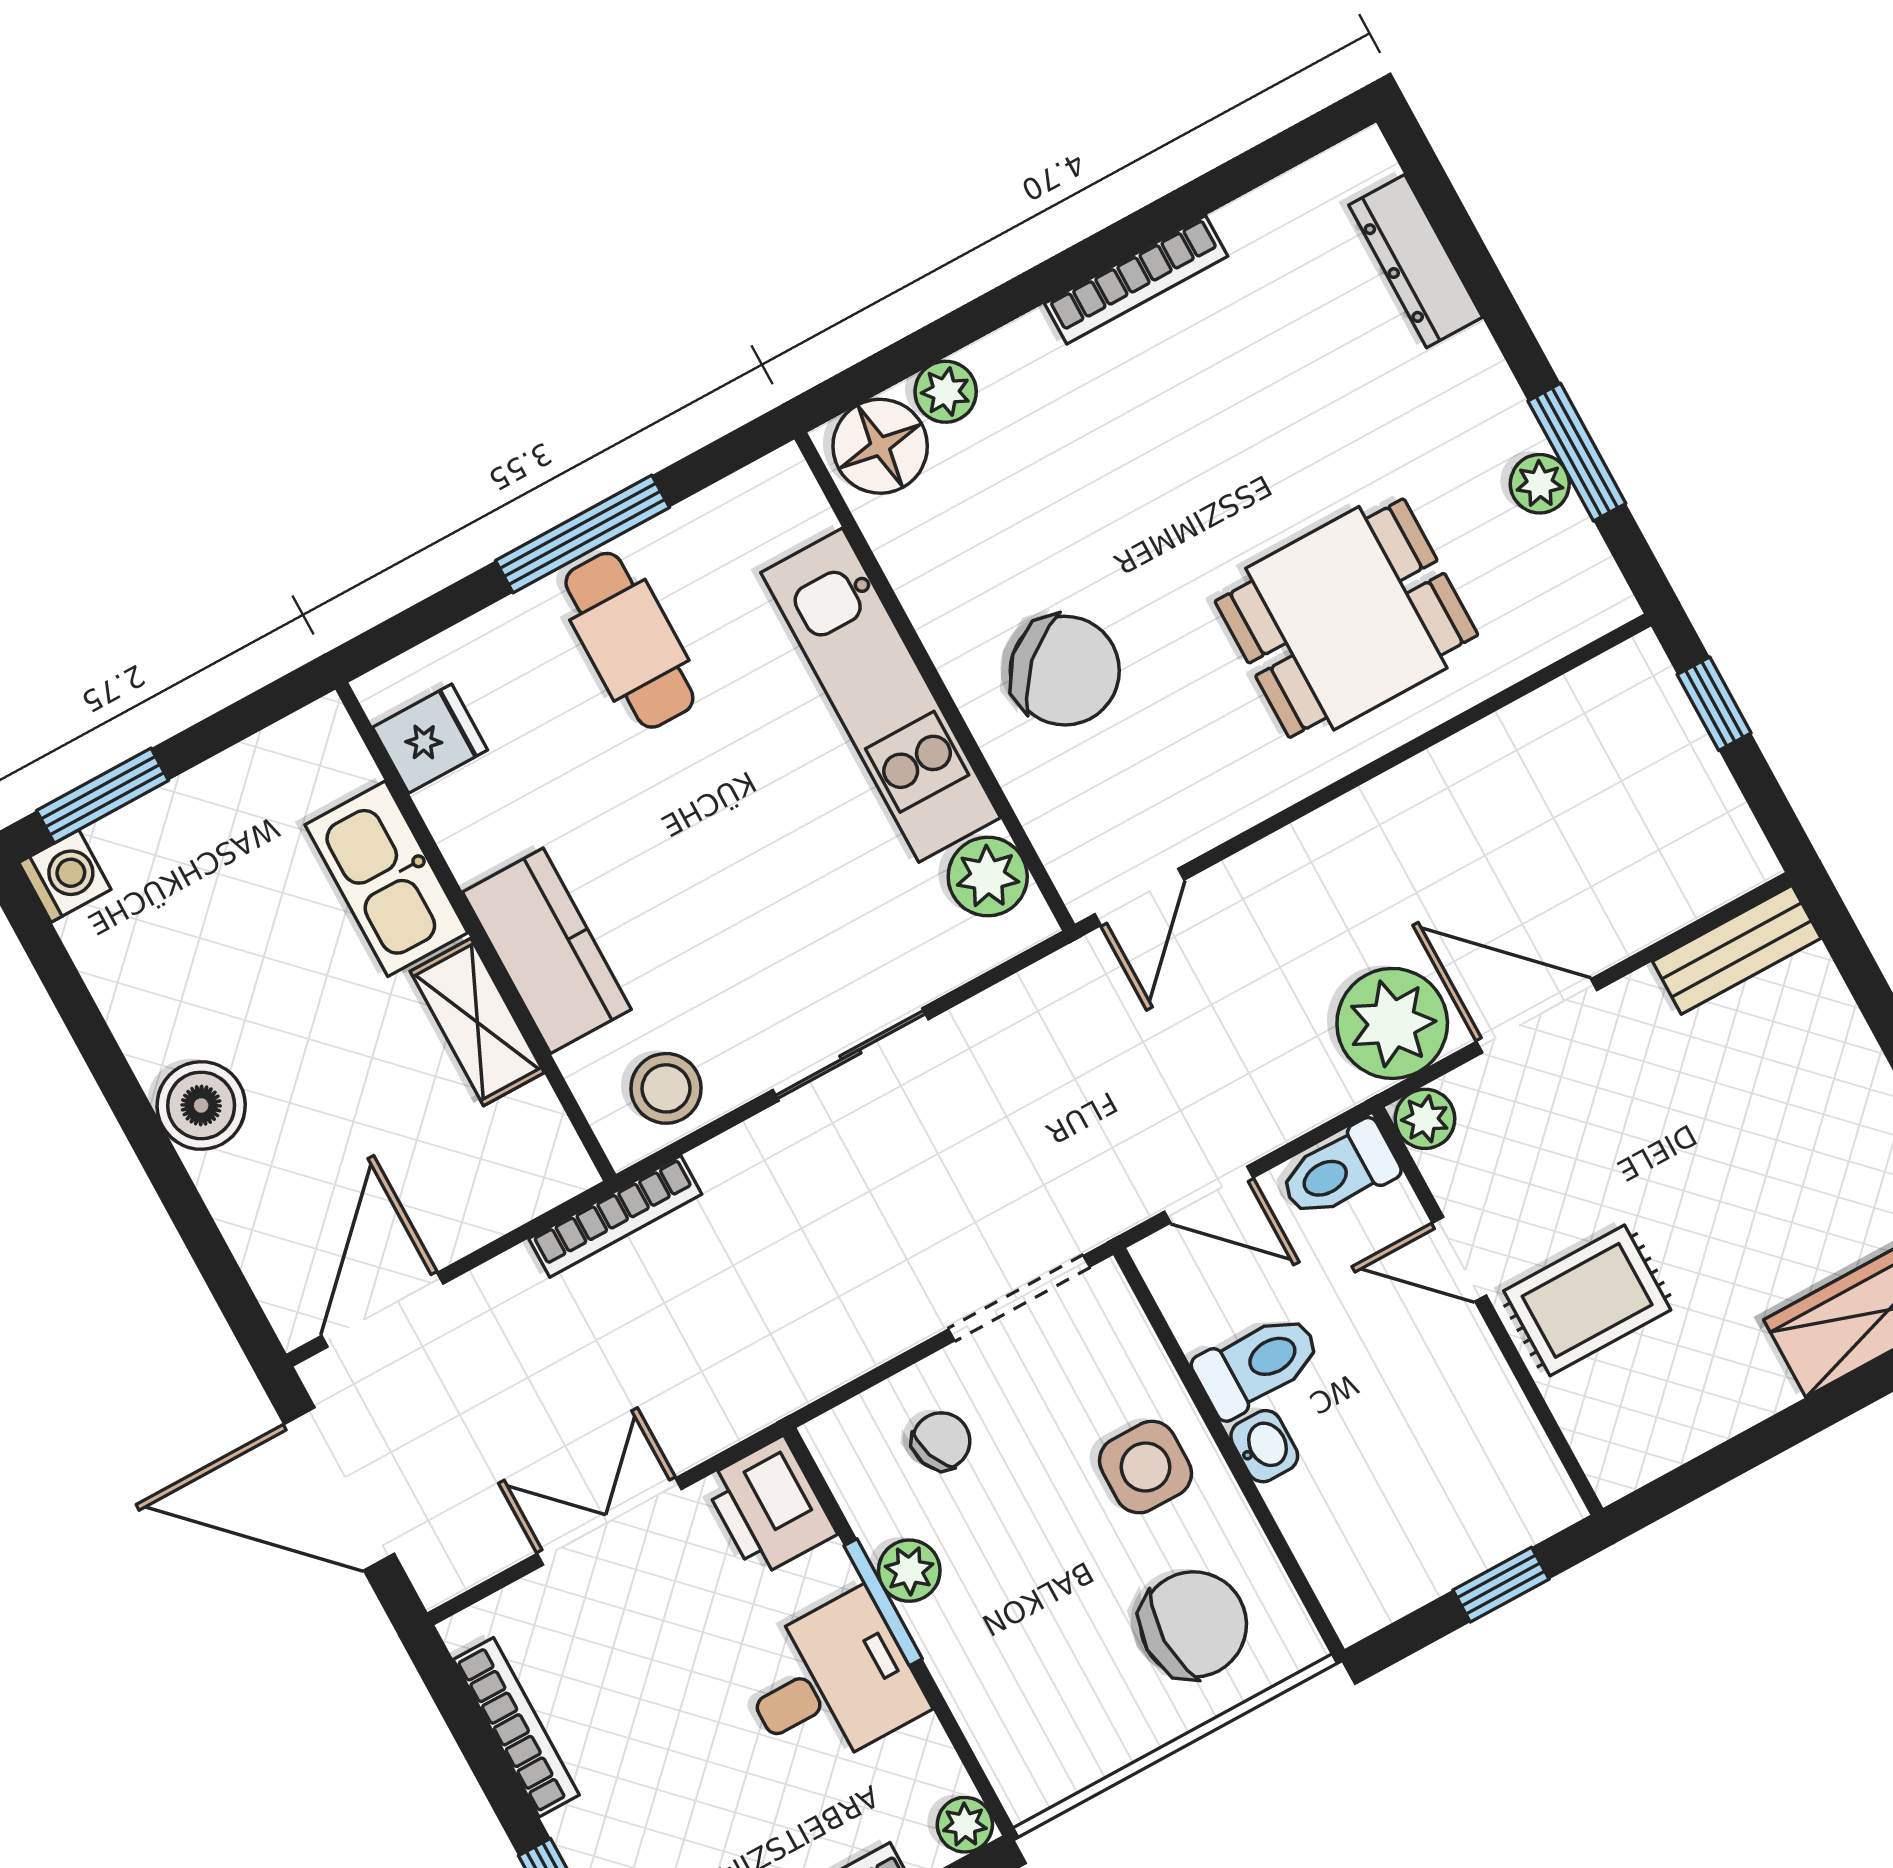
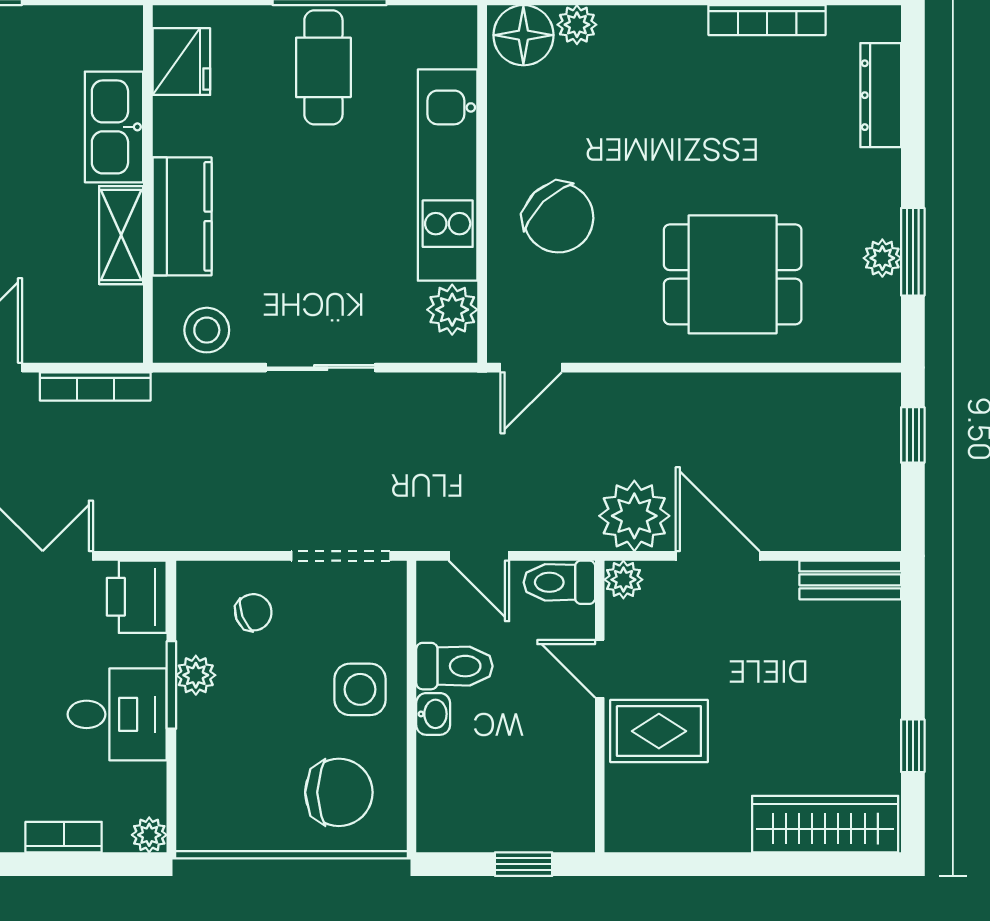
bookcase: (1136, 280) -> (767, 20), moved
fridge: (430, 739) -> (181, 62), width x1.38
bookcase: (615, 1216) -> (95, 386), moved

